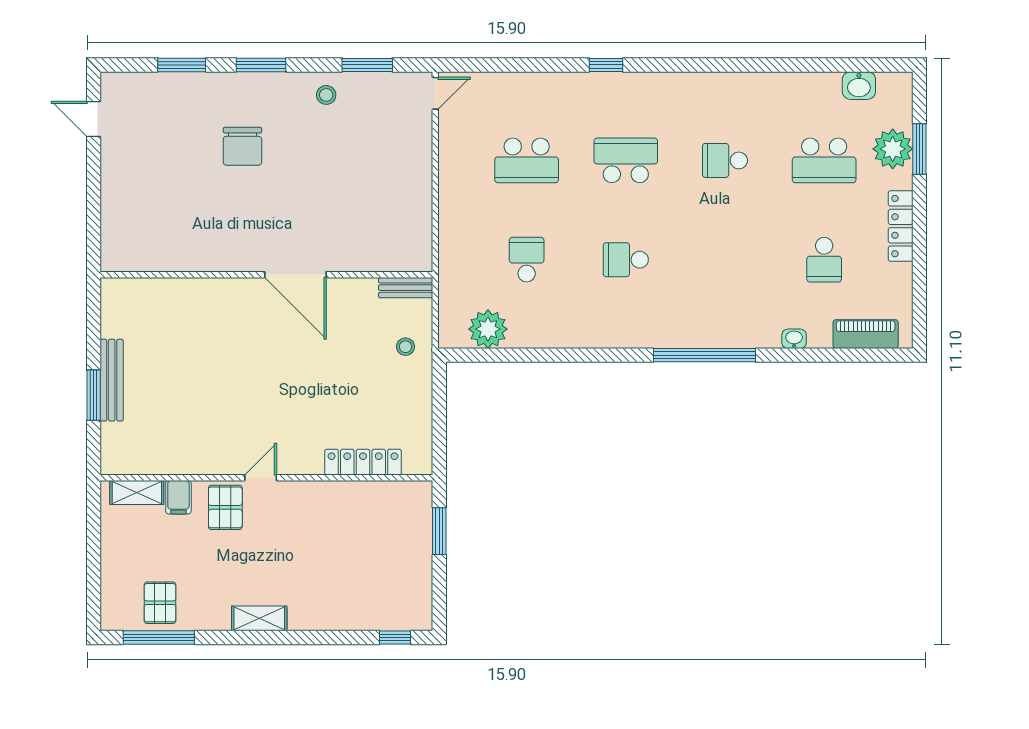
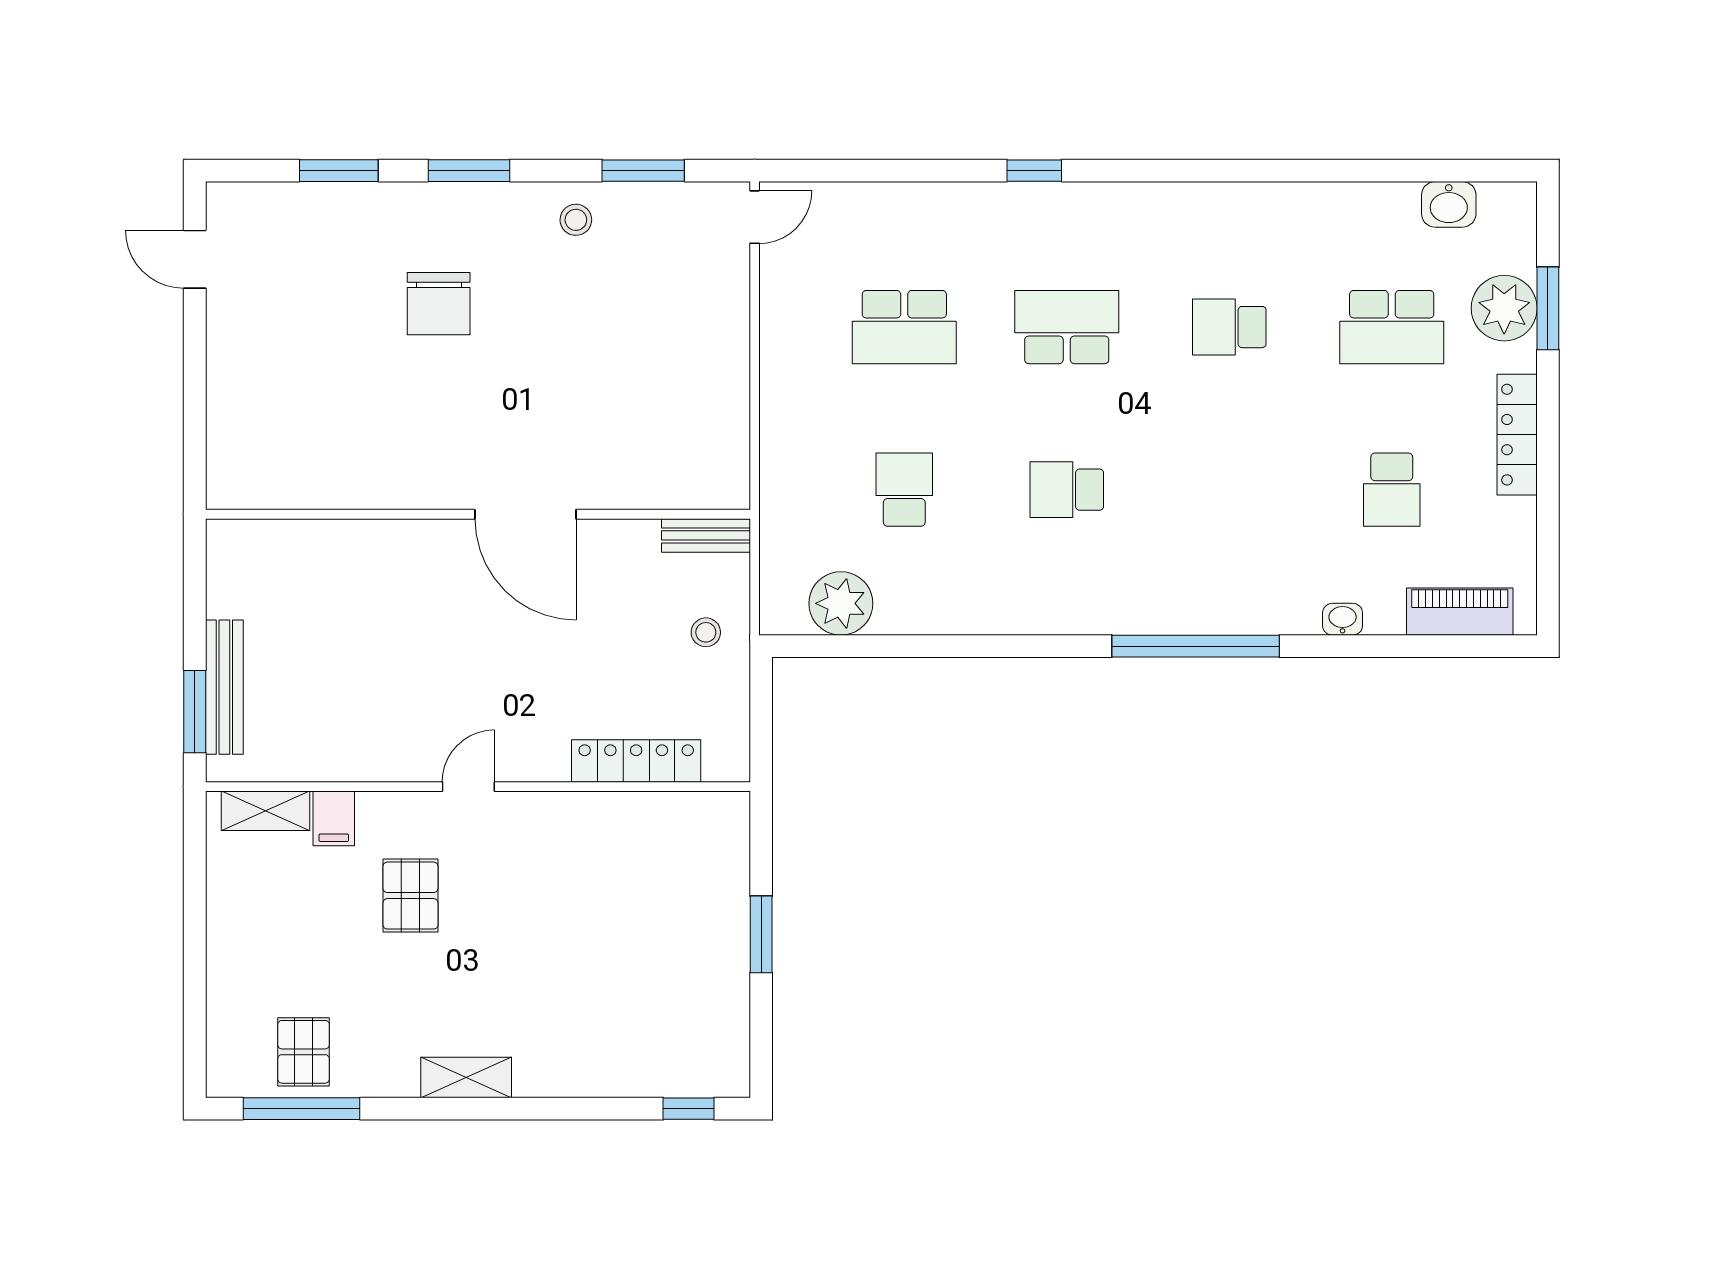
locker: (363, 462) -> (636, 761), moved
door: (261, 478) -> (468, 787), moved
wall: (266, 478) -> (478, 787), moved
shelving: (137, 493) -> (266, 811), moved
filing cabinet: (178, 497) -> (334, 818), moved

